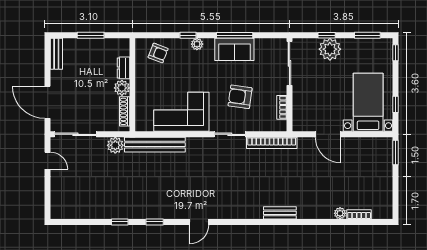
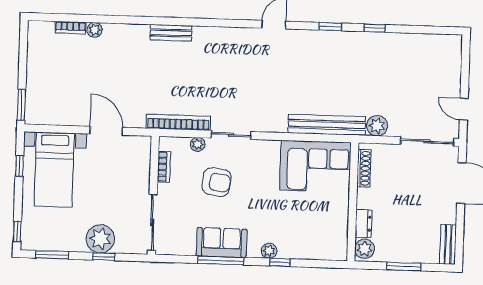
armchair: (158, 53) -> (319, 241), removed
plant: (122, 88) -> (365, 249), moved
corner sofa: (181, 112) -> (315, 166), moved
plant: (256, 126) -> (198, 144), added

